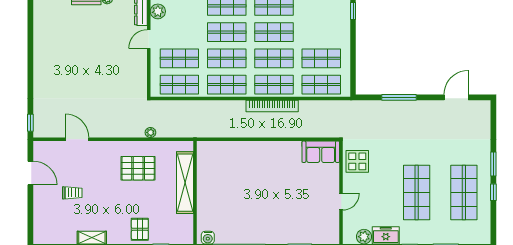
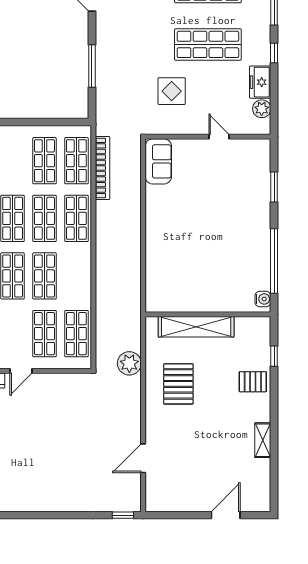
door: (149, 39) -> (21, 371), hinge flipped
shop shelf: (227, 85) -> (76, 276), removed
bookcase: (272, 106) -> (102, 168), moved
plant: (150, 132) -> (129, 363), width x1.88, depth x1.88
display table: (357, 161) -> (172, 91), moved
door: (30, 173) -> (226, 515), moved
trolley: (72, 193) -> (208, 464), removed

